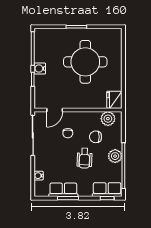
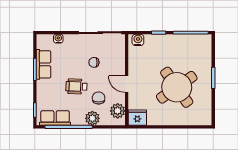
round table: (85, 62) -> (177, 87), turned -35
water cooler: (40, 69) -> (138, 40), moved
door: (55, 110) -> (127, 84), moved
chair: (68, 133) -> (94, 62), moved
plant: (115, 156) -> (92, 118), moved
row of seats: (107, 190) -> (55, 118), moved, turned -90

